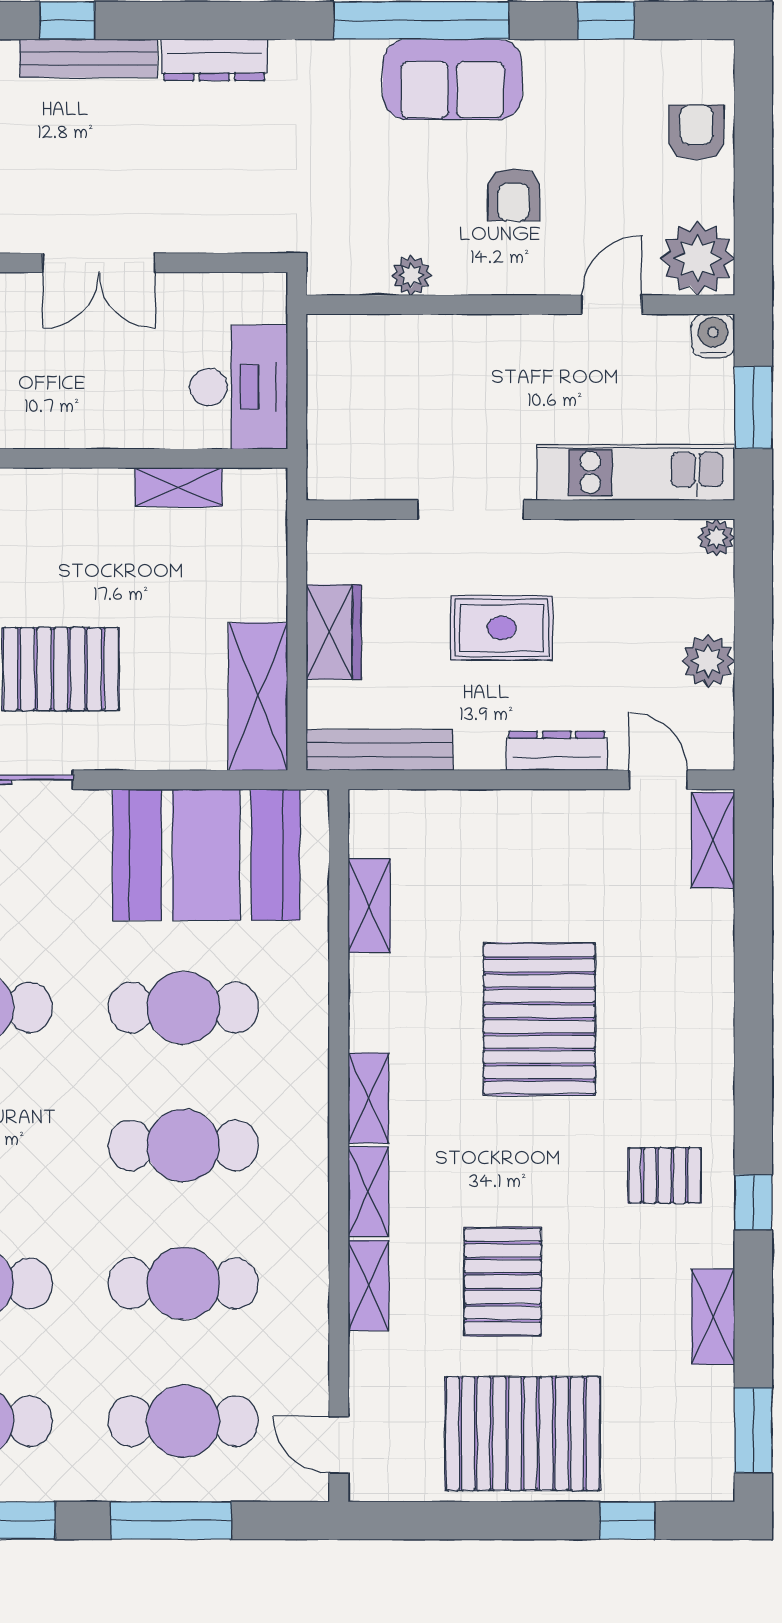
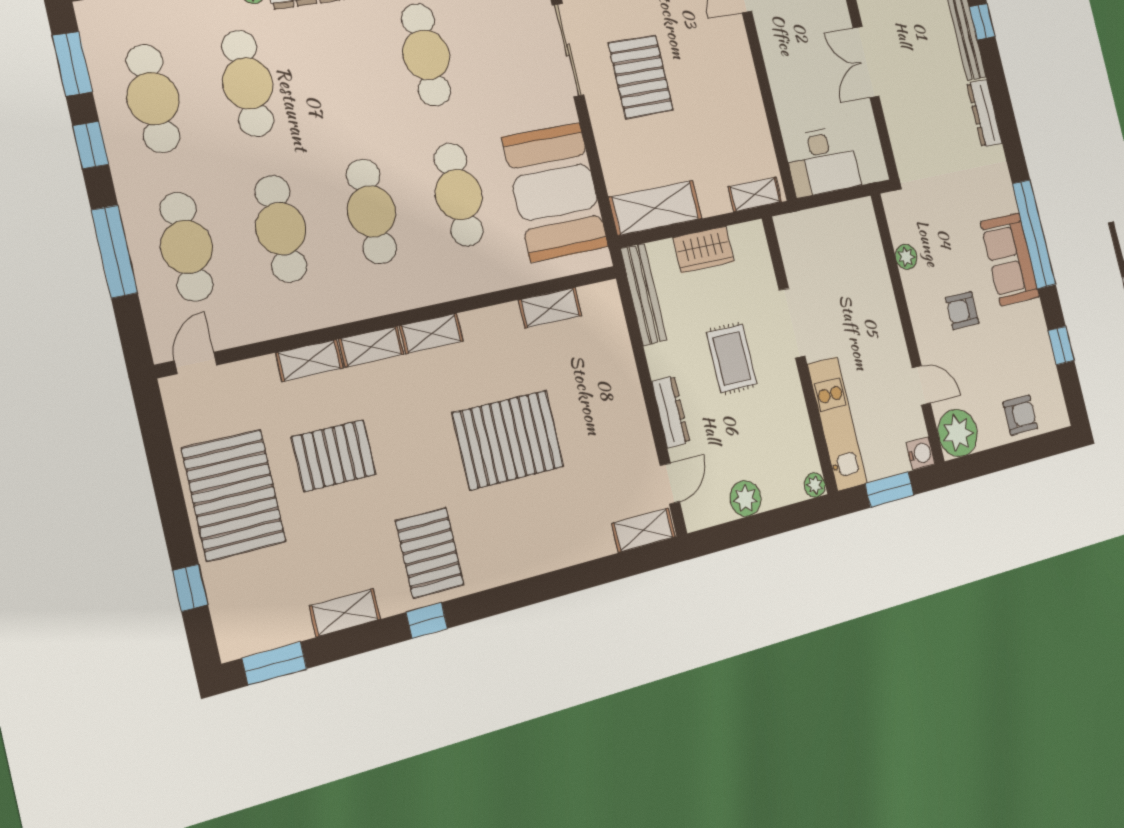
shelving: (179, 487) -> (755, 194), moved, turned 90
pallet: (665, 1175) -> (430, 553), width x1.50, depth x1.42

